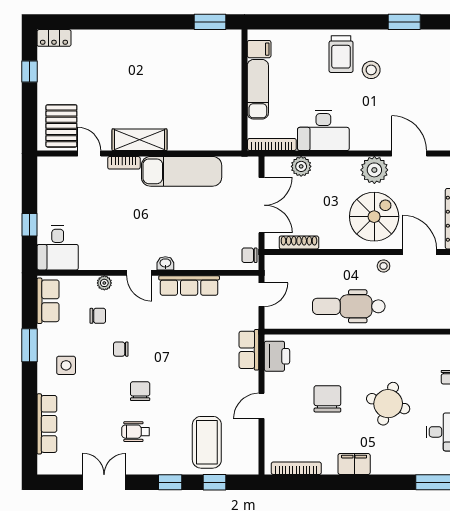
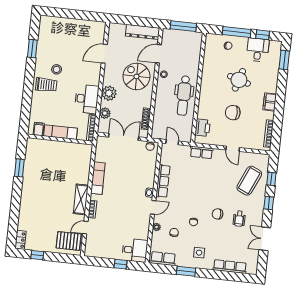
window: (210, 22) -> (19, 168), moved
plant: (374, 170) -> (109, 93), moved
exam couch: (182, 171) -> (98, 178), width x0.73, depth x0.69
printer: (277, 356) -> (203, 128), moved, turned 90
coffee table: (207, 442) -> (249, 181), turned -66

